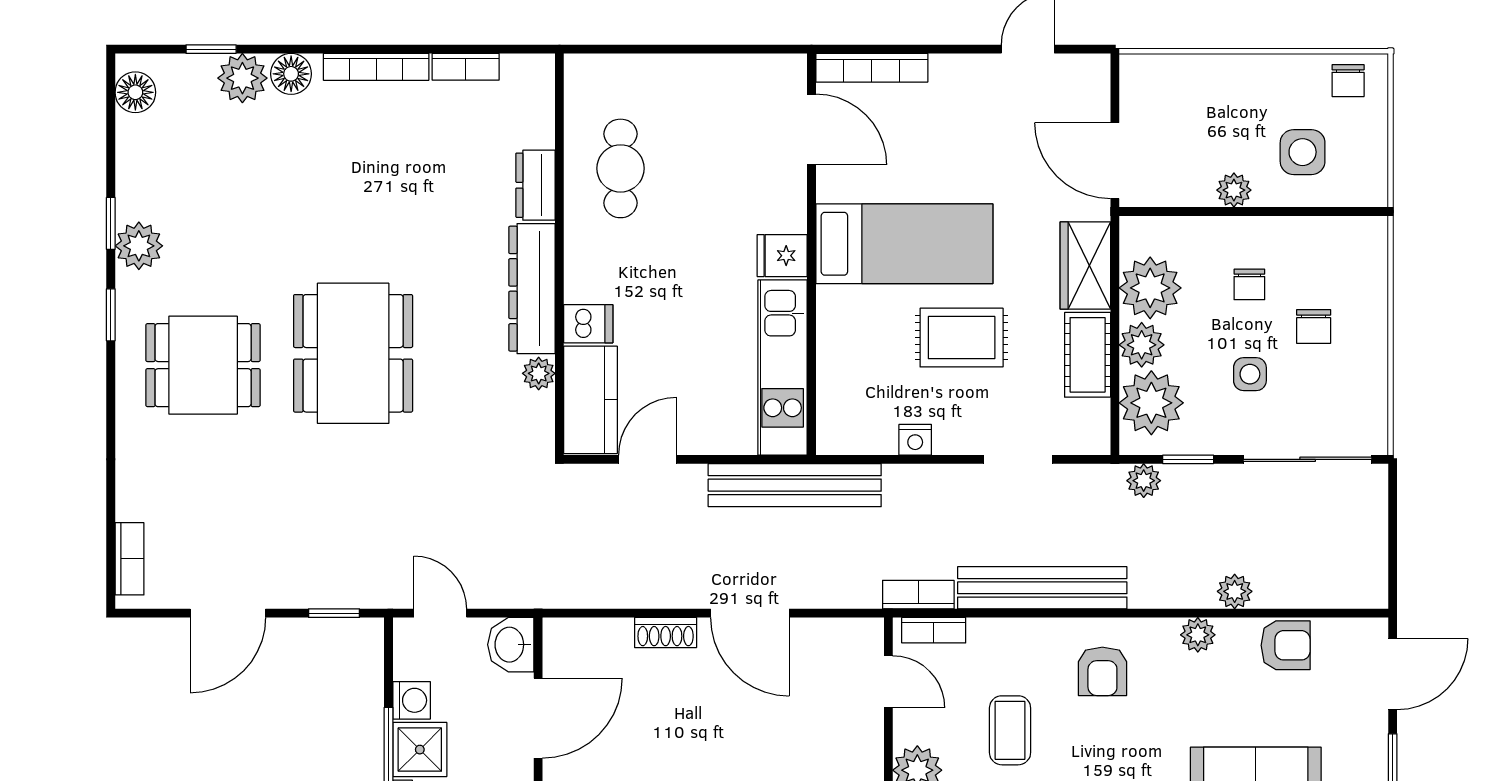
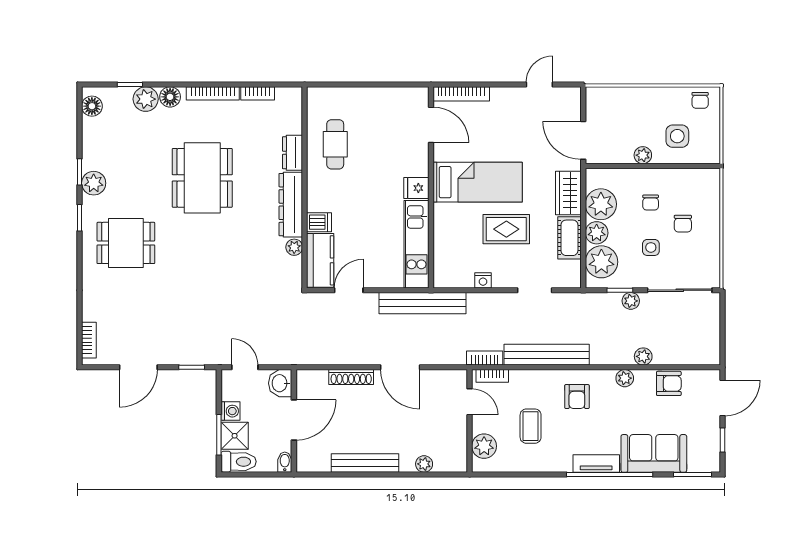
dining table: (353, 353) -> (202, 178), moved
plant: (1144, 481) -> (631, 301), moved
shoe rack: (666, 632) -> (351, 377), width x1.43

